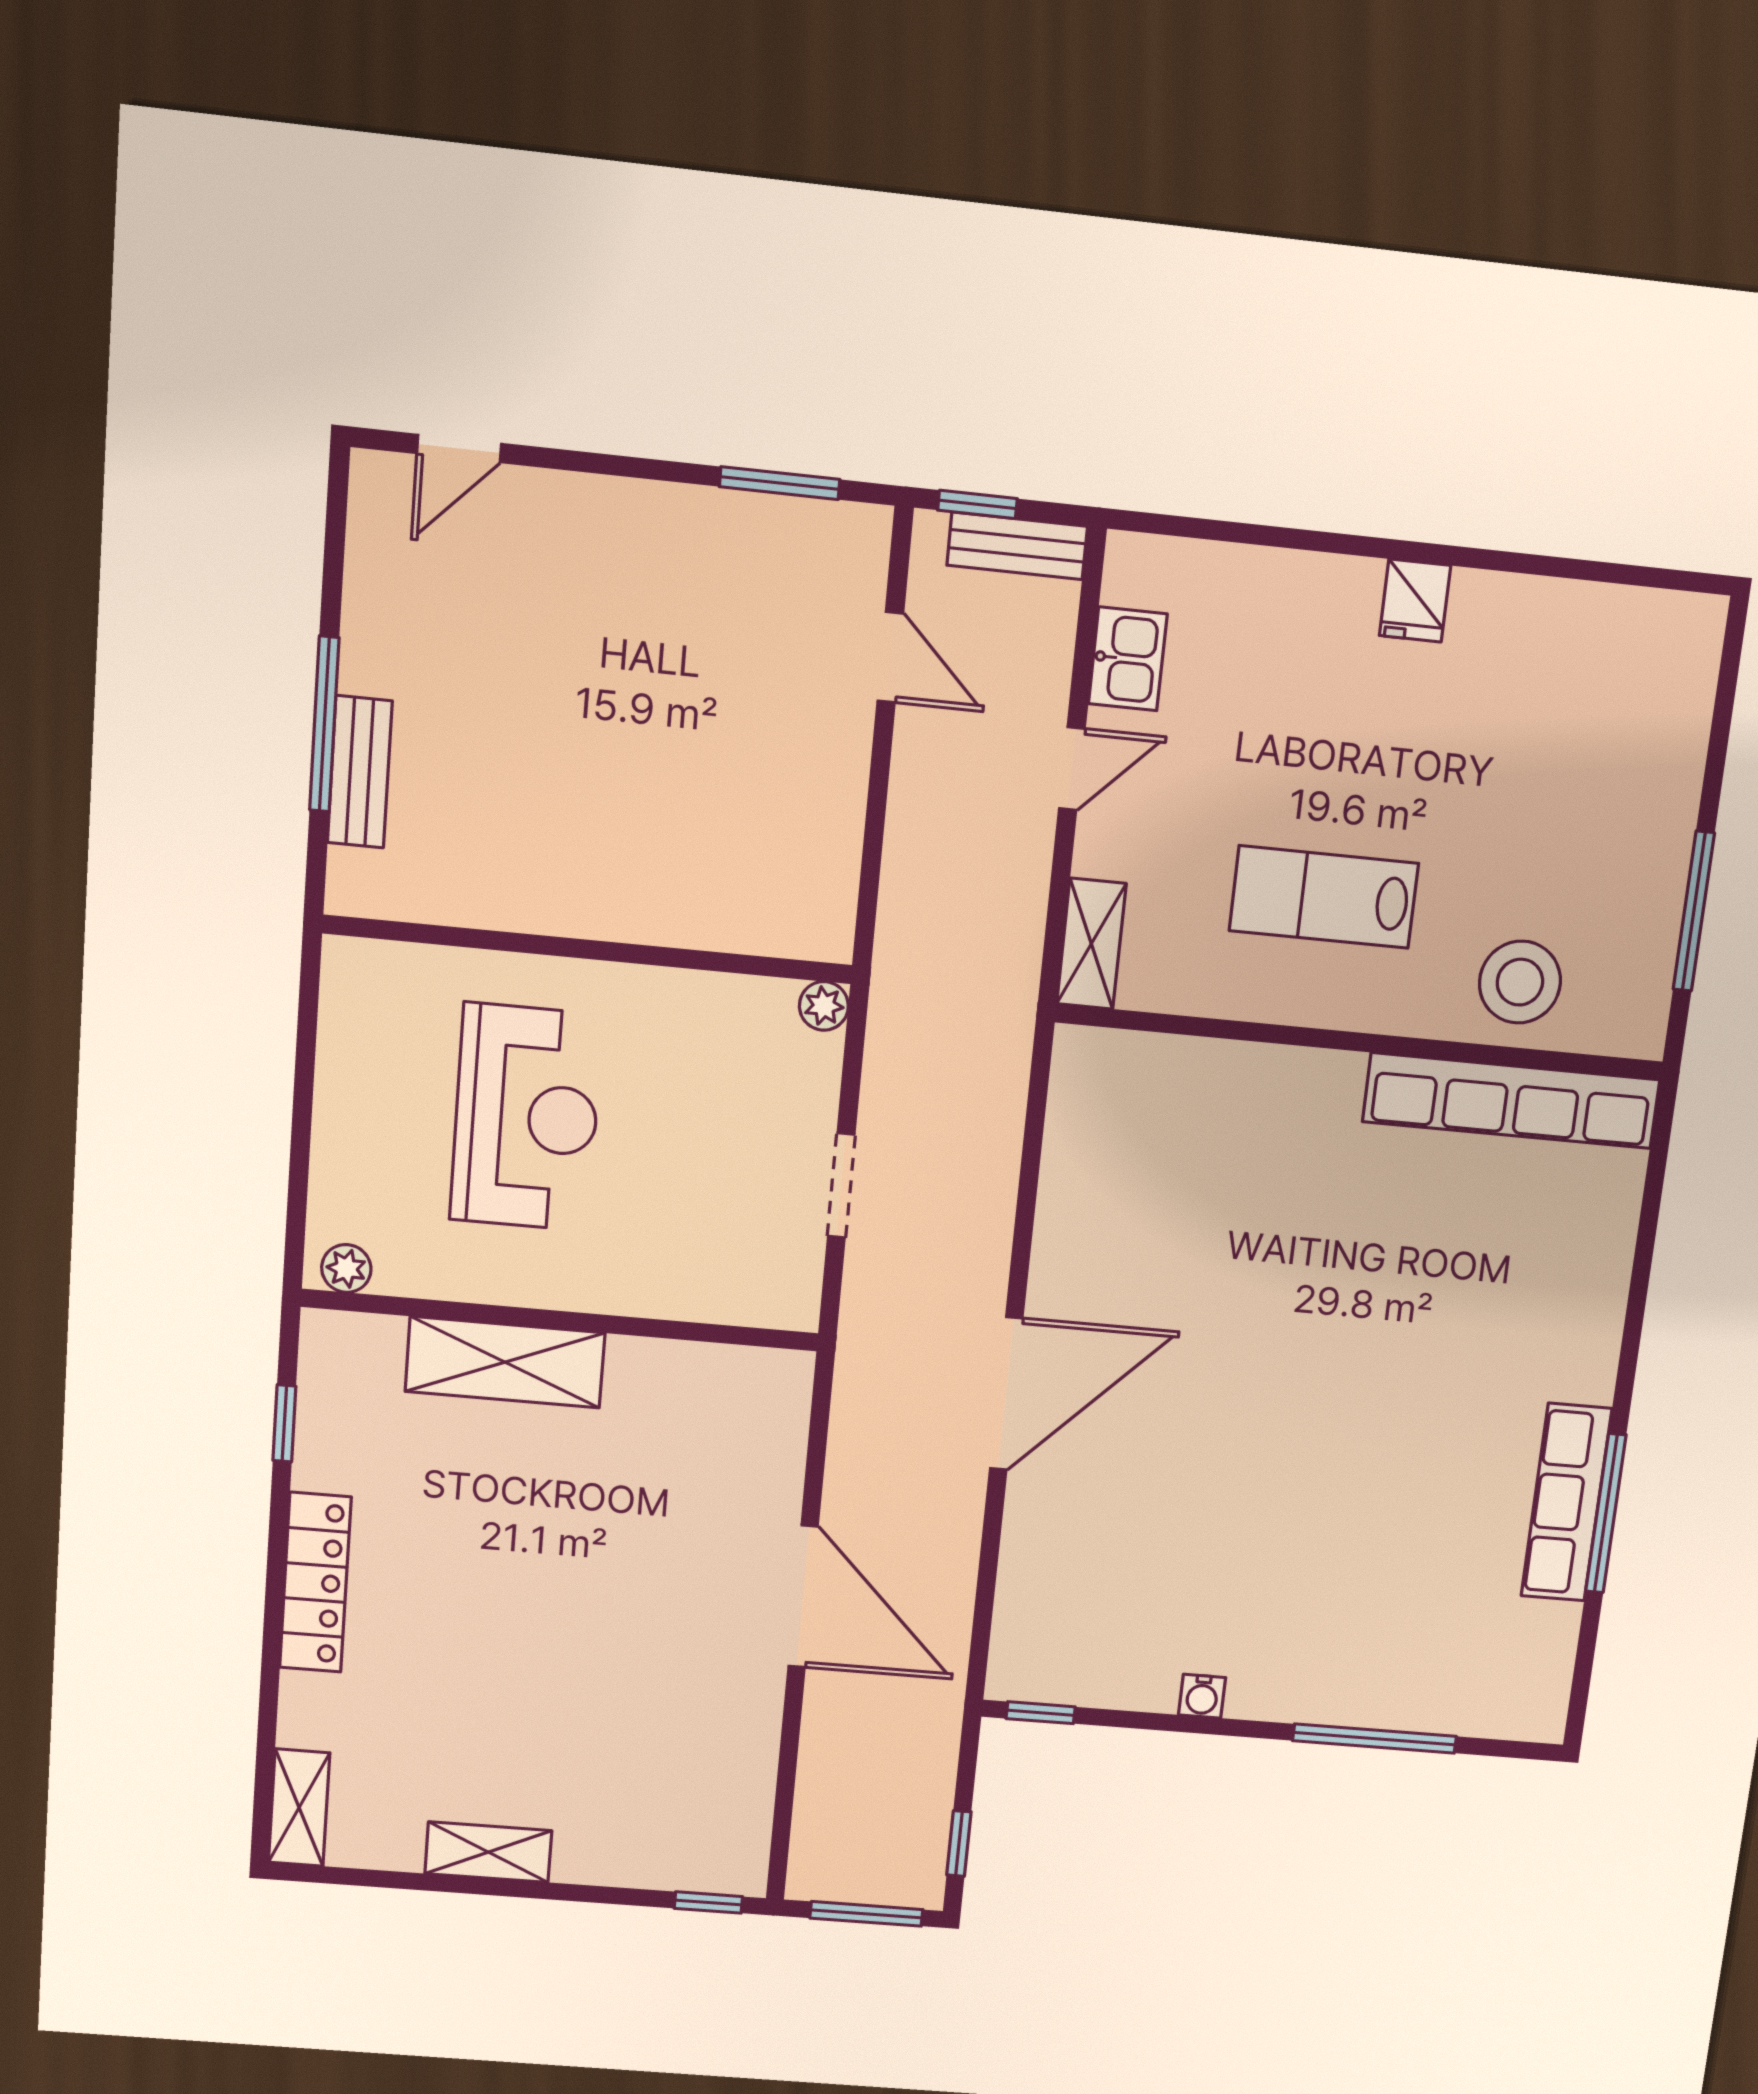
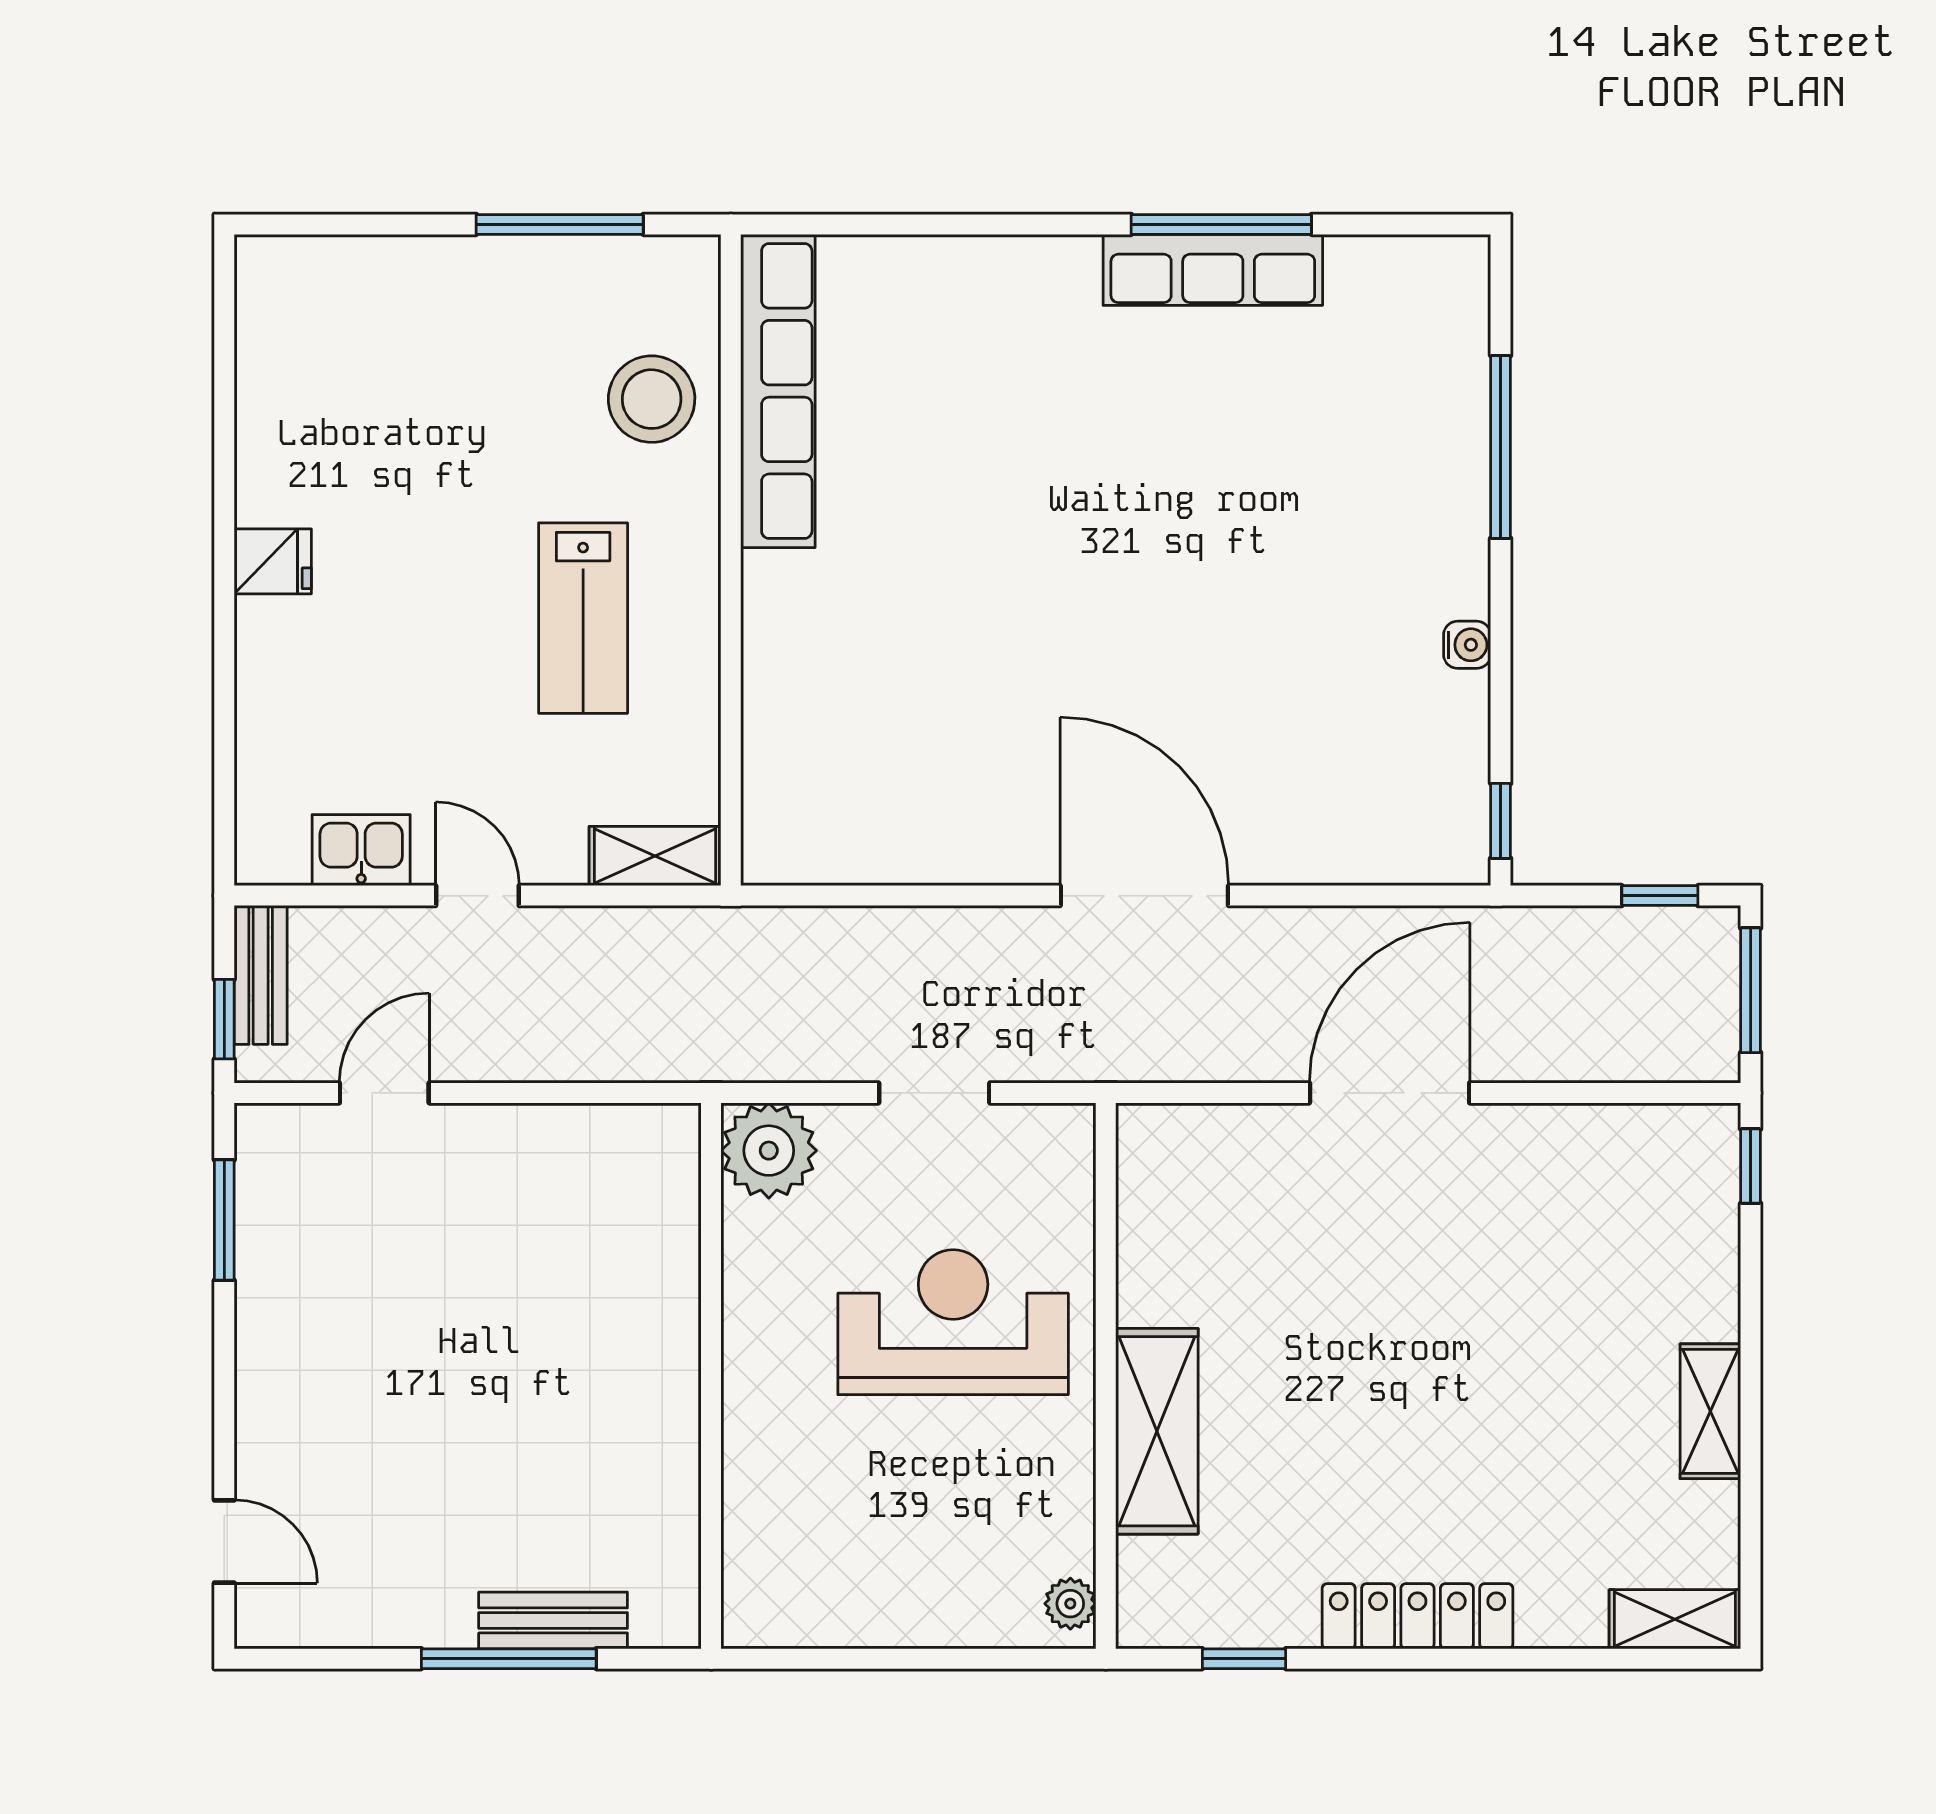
plant: (824, 1006) -> (769, 1151), width x1.88, depth x1.88
reception desk: (526, 1117) -> (953, 1322), moved

